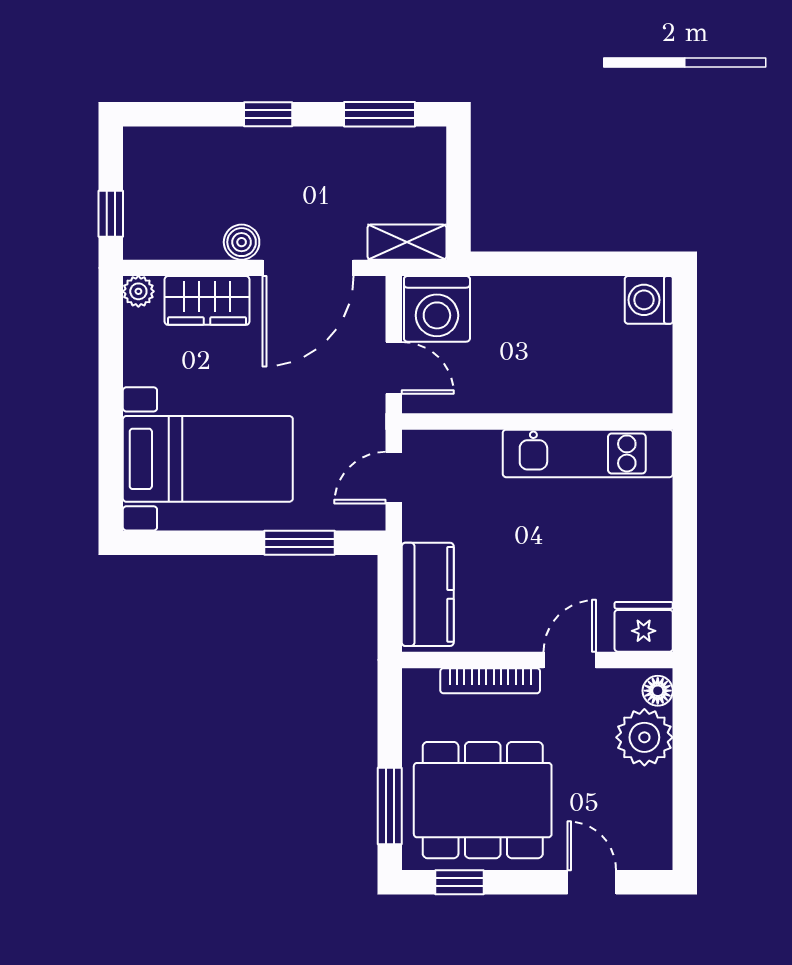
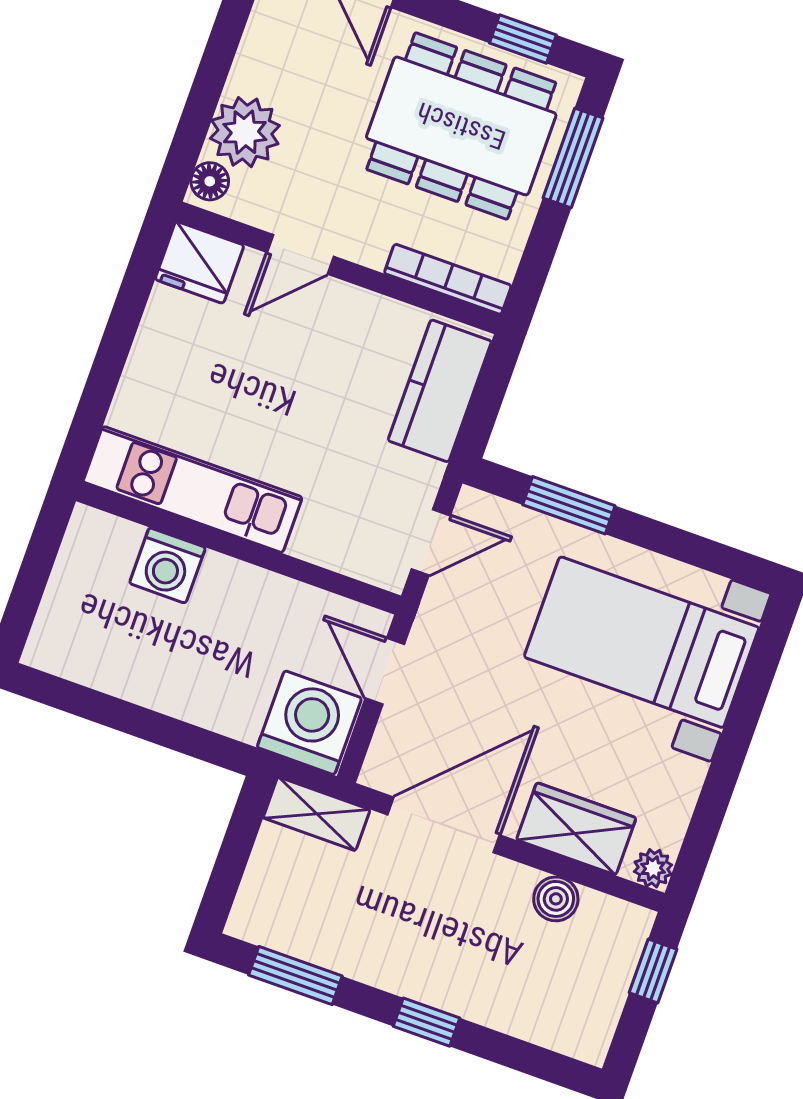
boiler: (242, 242) -> (556, 899), moved
washing machine: (649, 300) -> (167, 565), moved, turned 90
bookcase: (490, 681) -> (448, 279), moved

